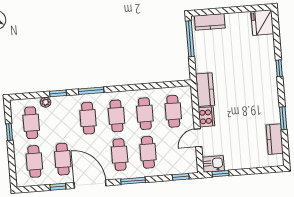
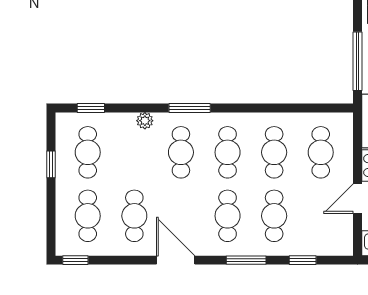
window: (190, 39) -> (357, 61), moved
window: (58, 93) -> (91, 108), moved
plant: (46, 102) -> (145, 121), moved
window: (181, 177) -> (303, 260), moved
door: (90, 184) -> (176, 260), width x0.73
window: (58, 187) -> (75, 260), moved

